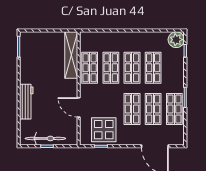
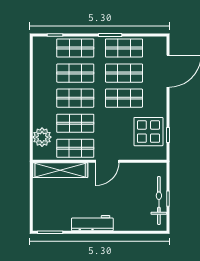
plant: (176, 40) -> (42, 137), moved
shop shelf: (174, 68) -> (75, 48), added
workbench: (26, 102) -> (92, 223), moved
door: (79, 107) -> (107, 161), moved

